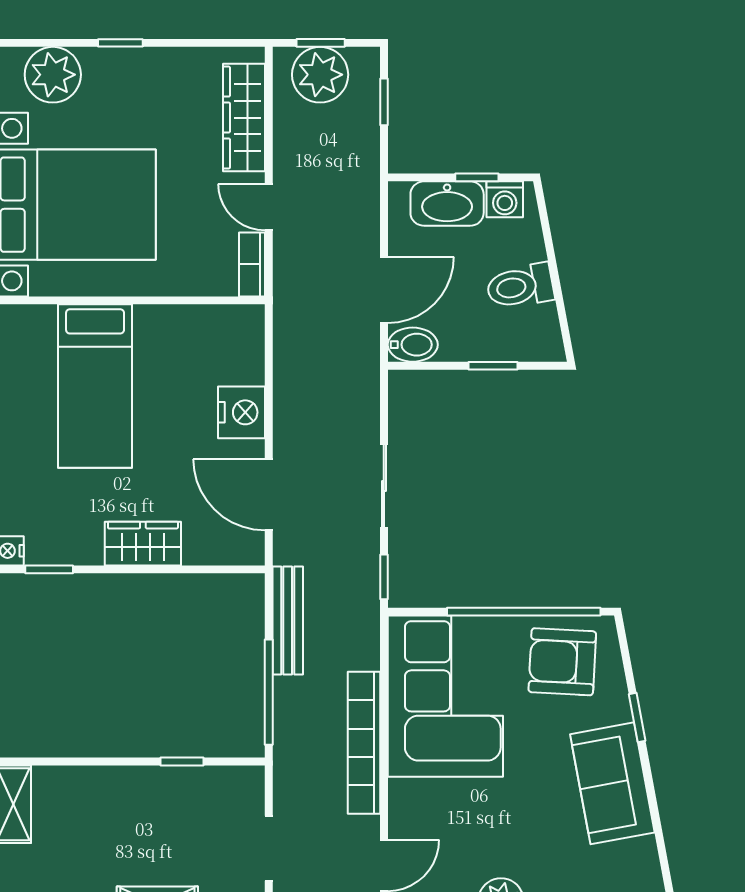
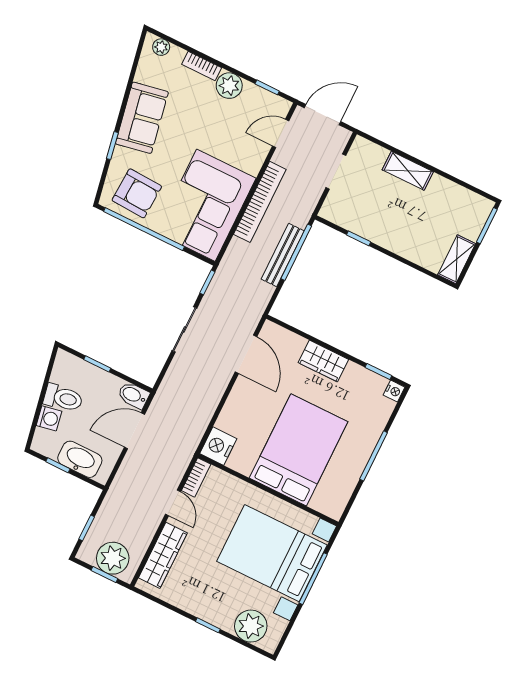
washing machine: (505, 199) -> (49, 418), moved, turned 79
bed: (95, 386) -> (299, 450), width x1.50
nightstand: (241, 412) -> (218, 446), moved
bench: (288, 620) -> (283, 255), moved

